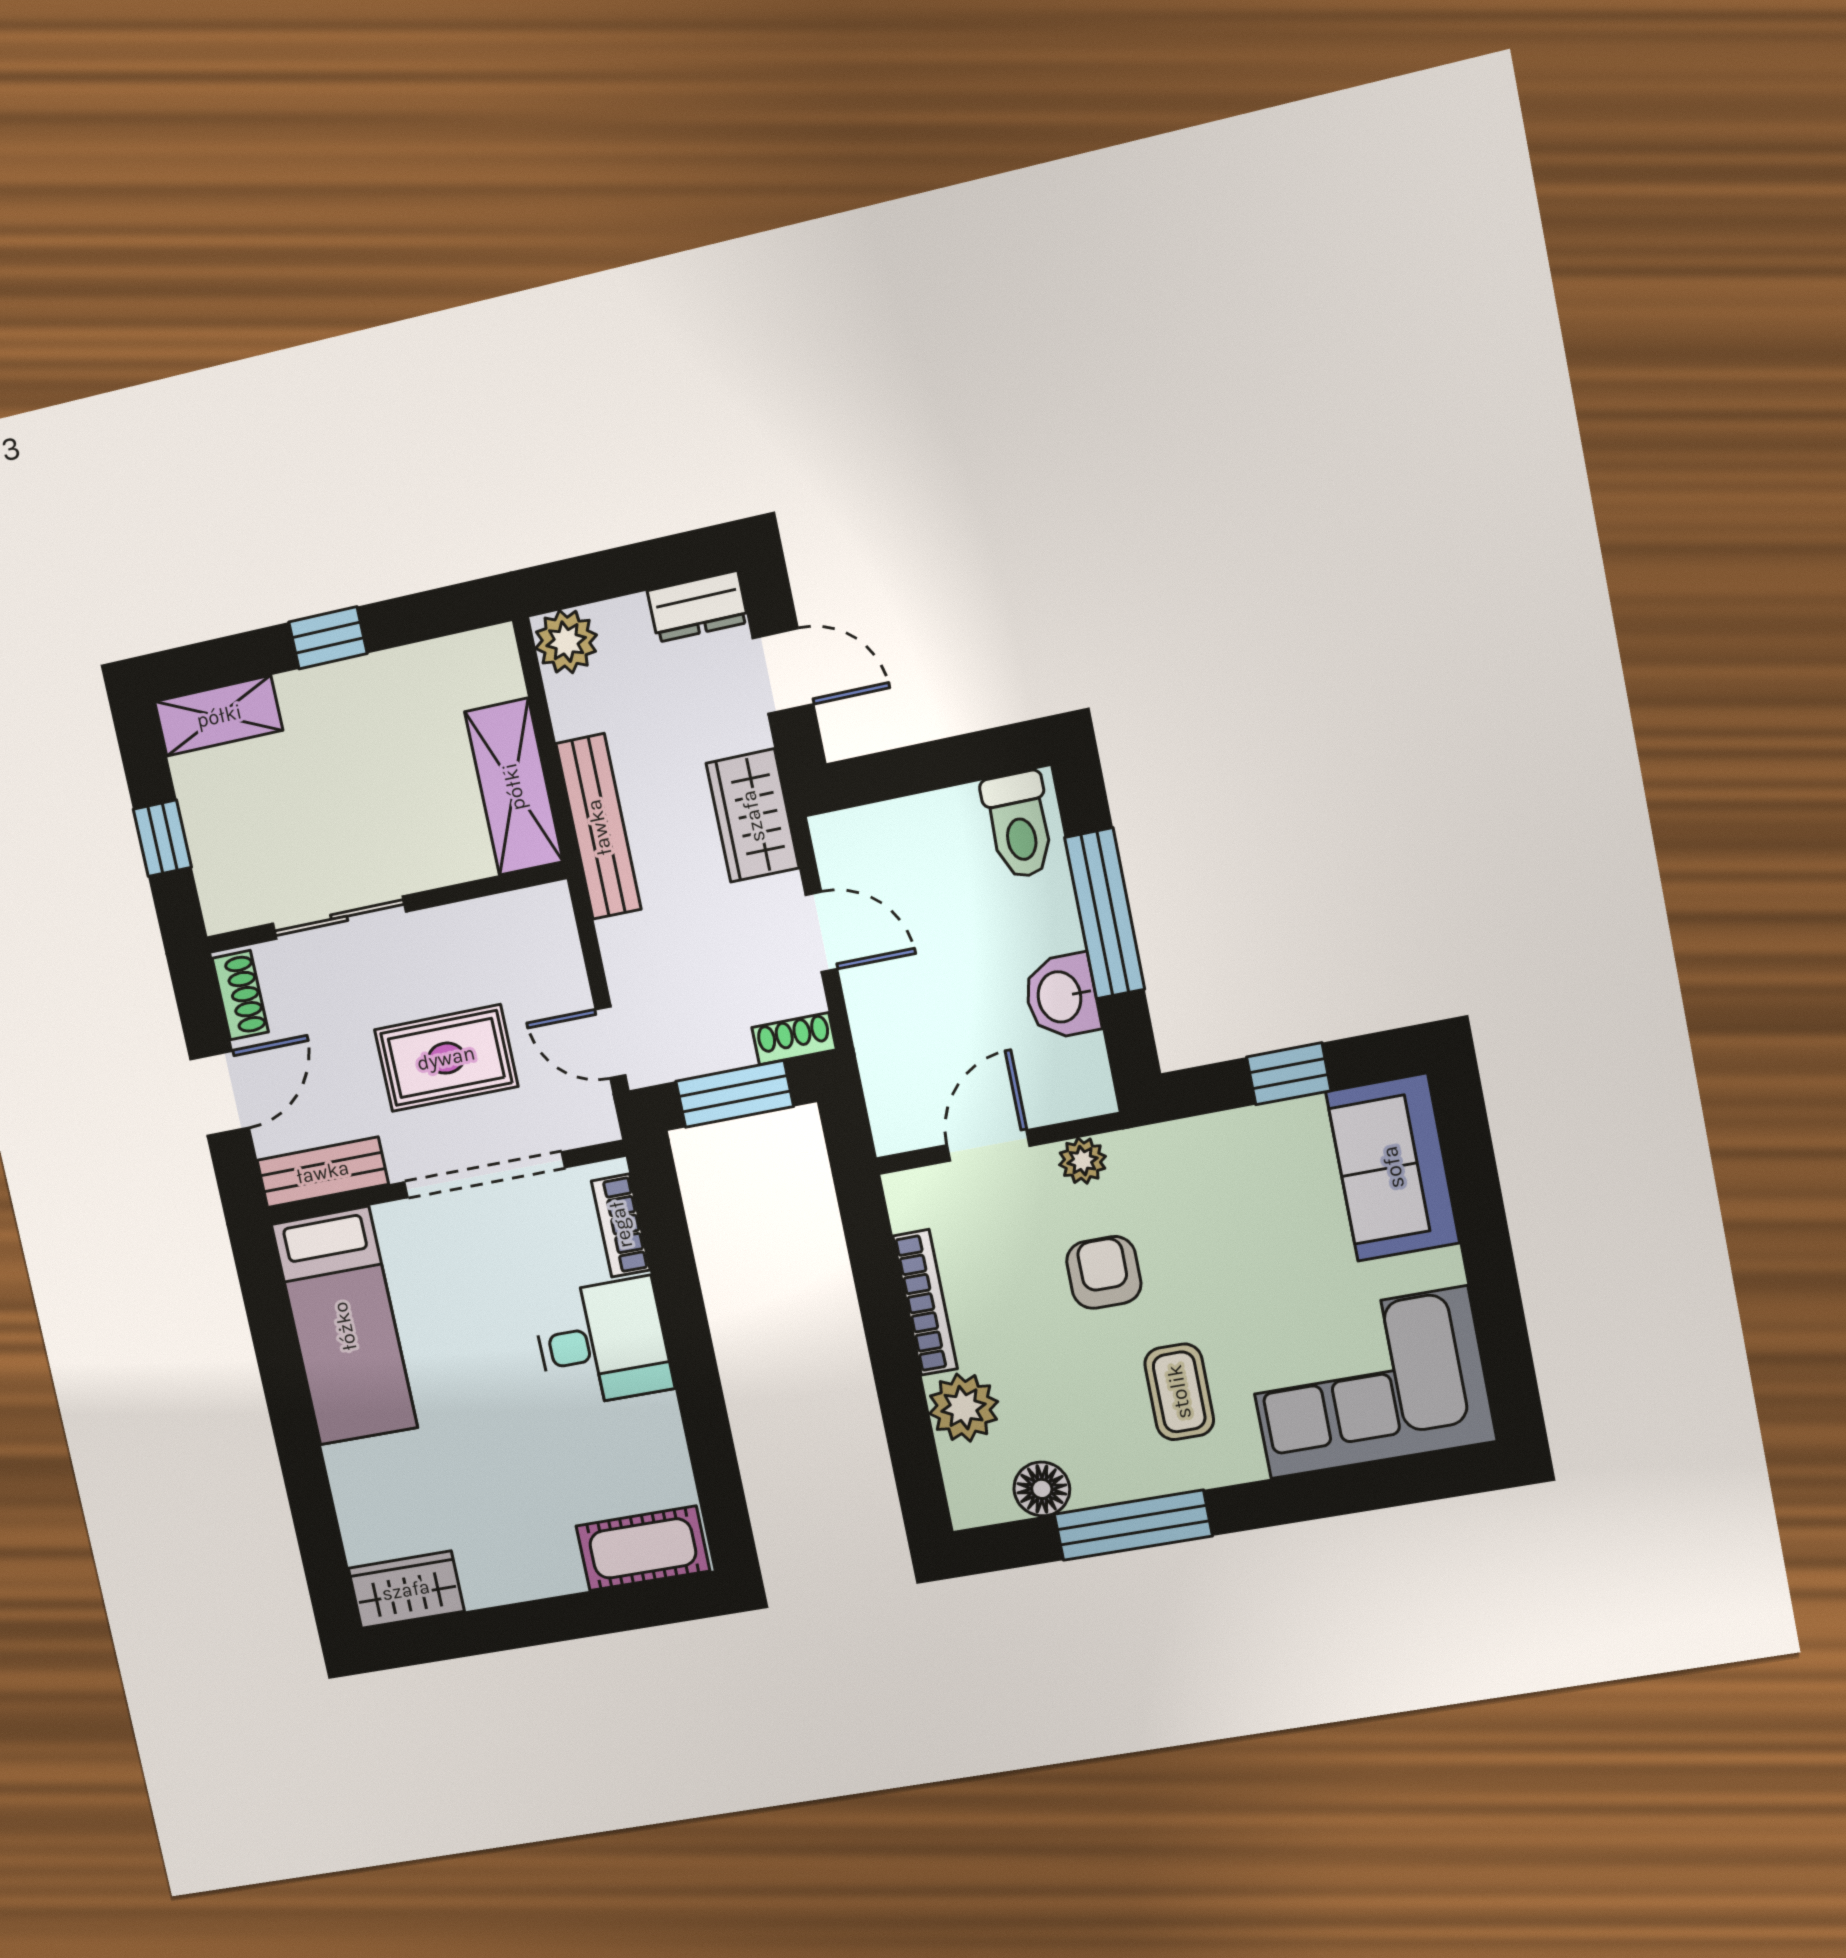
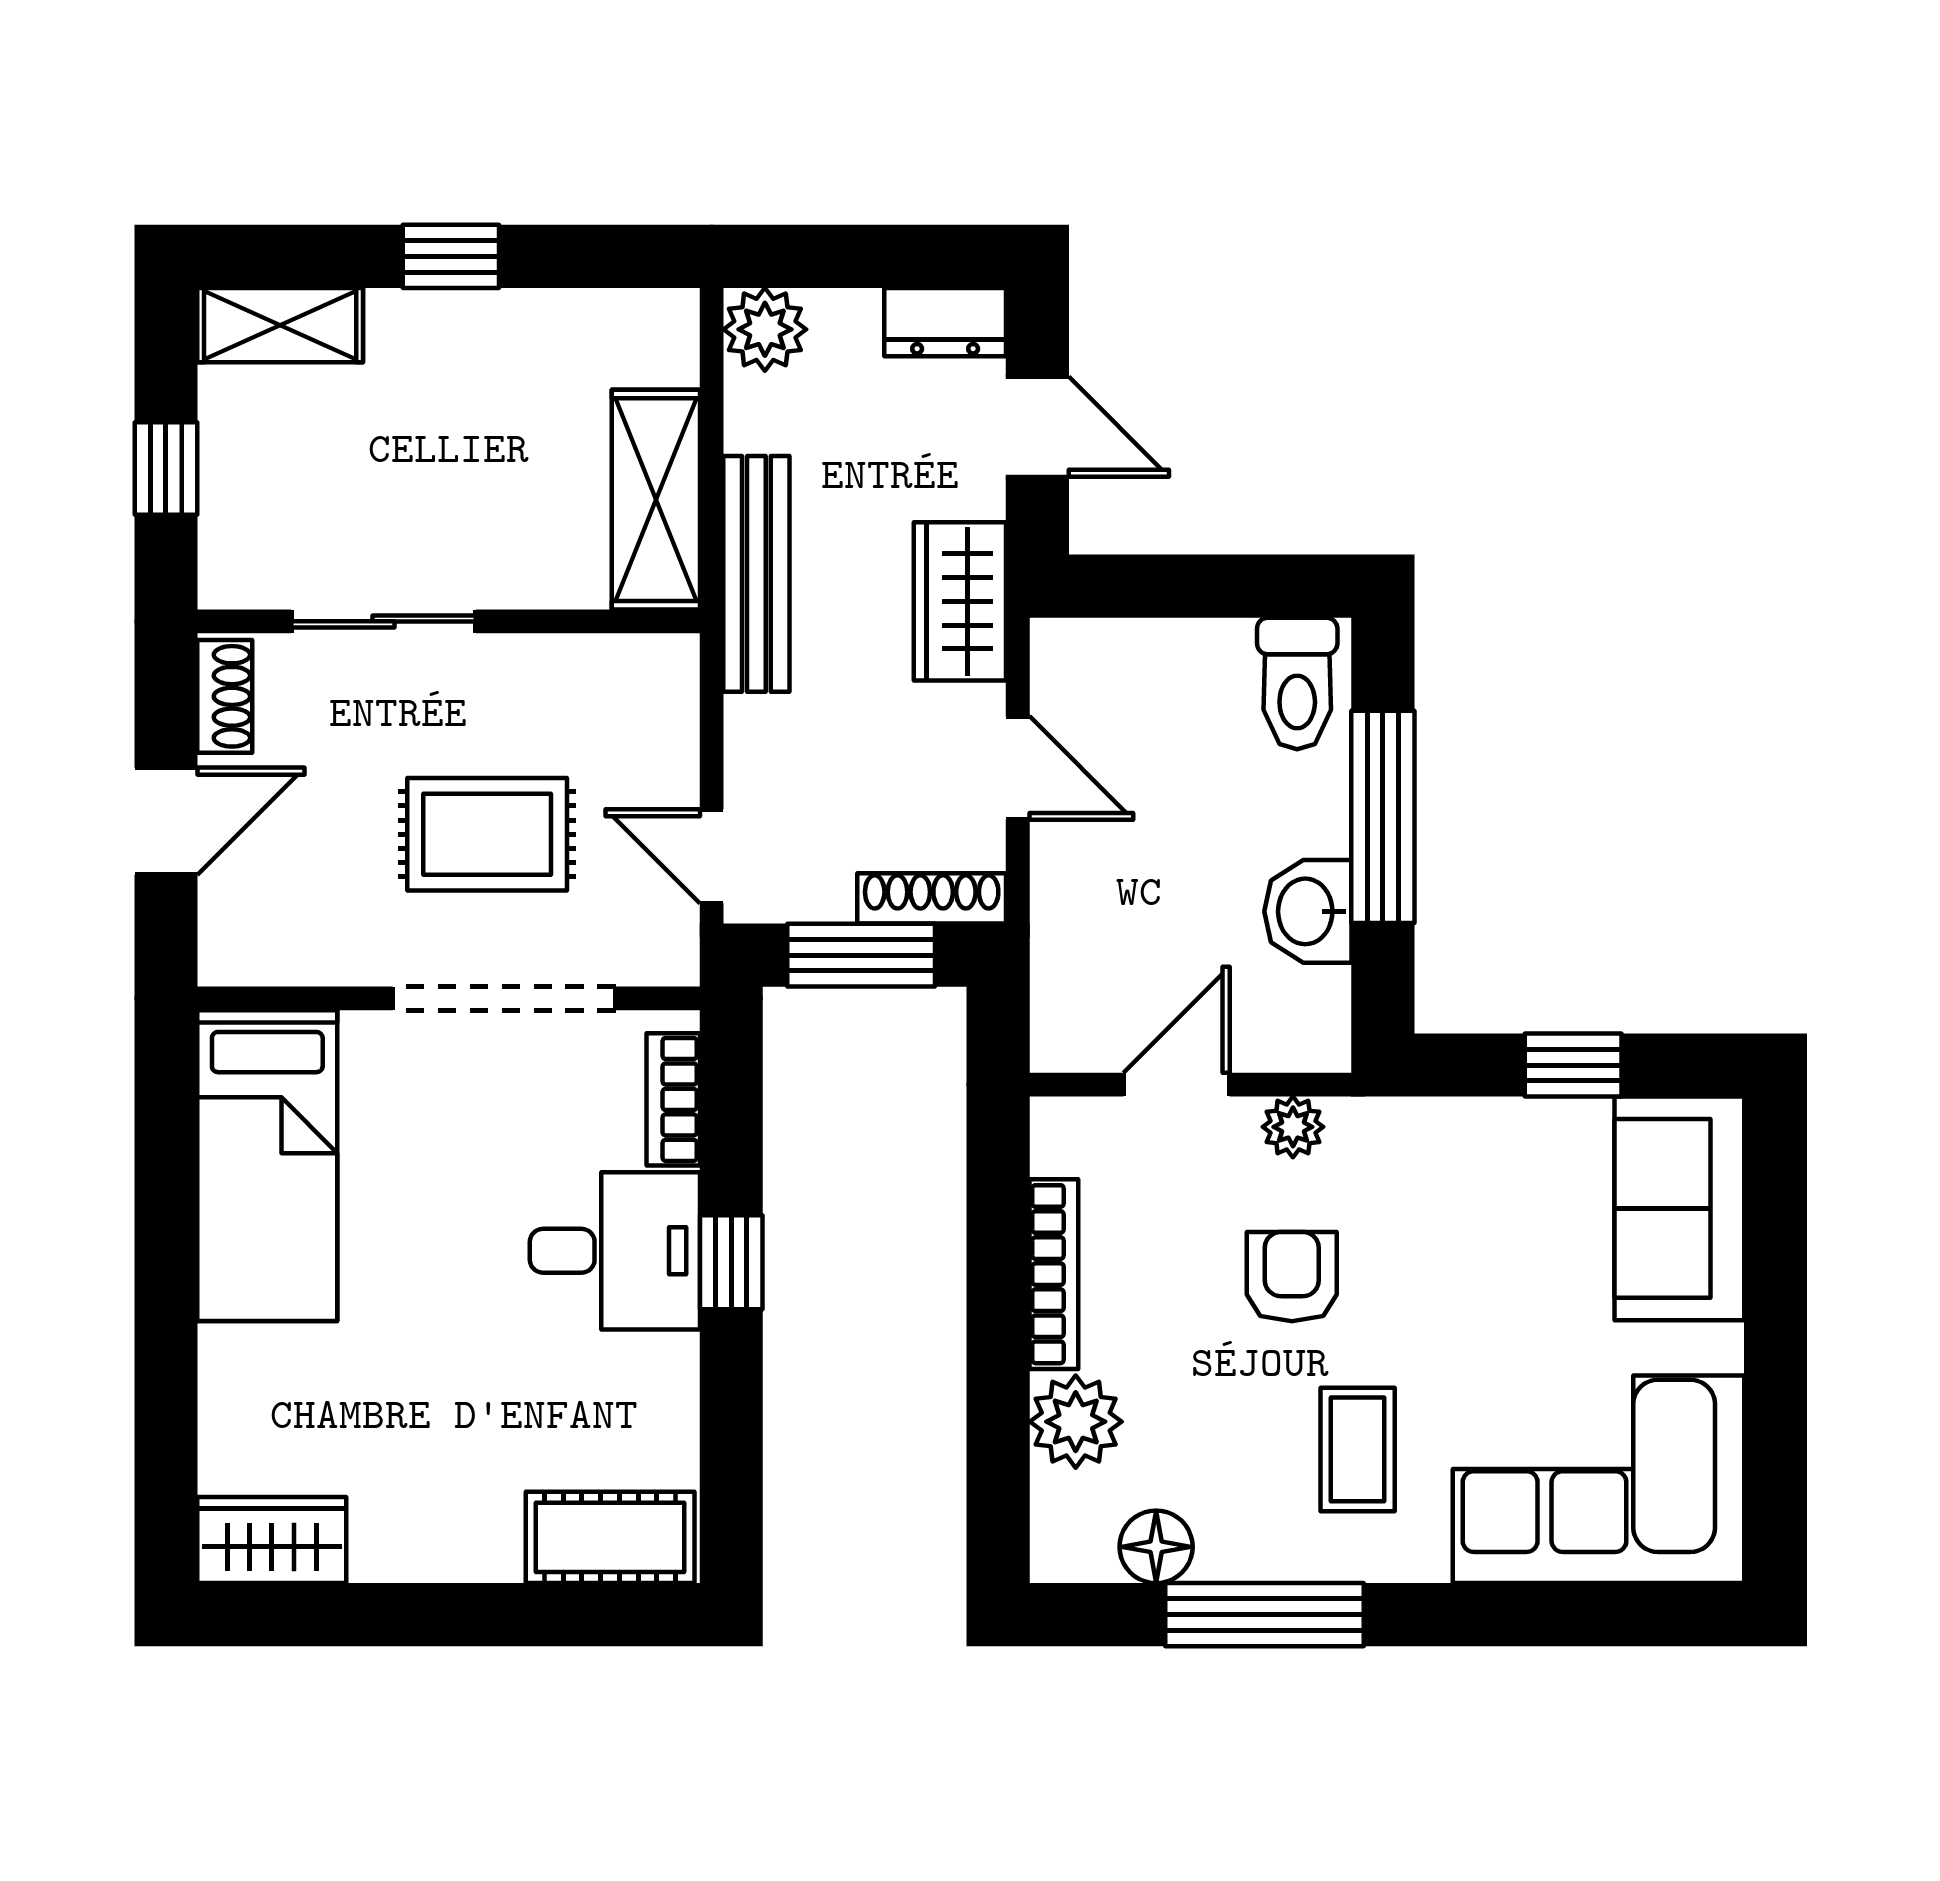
shoe rack: (794, 1039) -> (932, 898), width x1.43
bench: (323, 1172) -> (284, 953), removed
window: (687, 1336) -> (731, 1262), added

